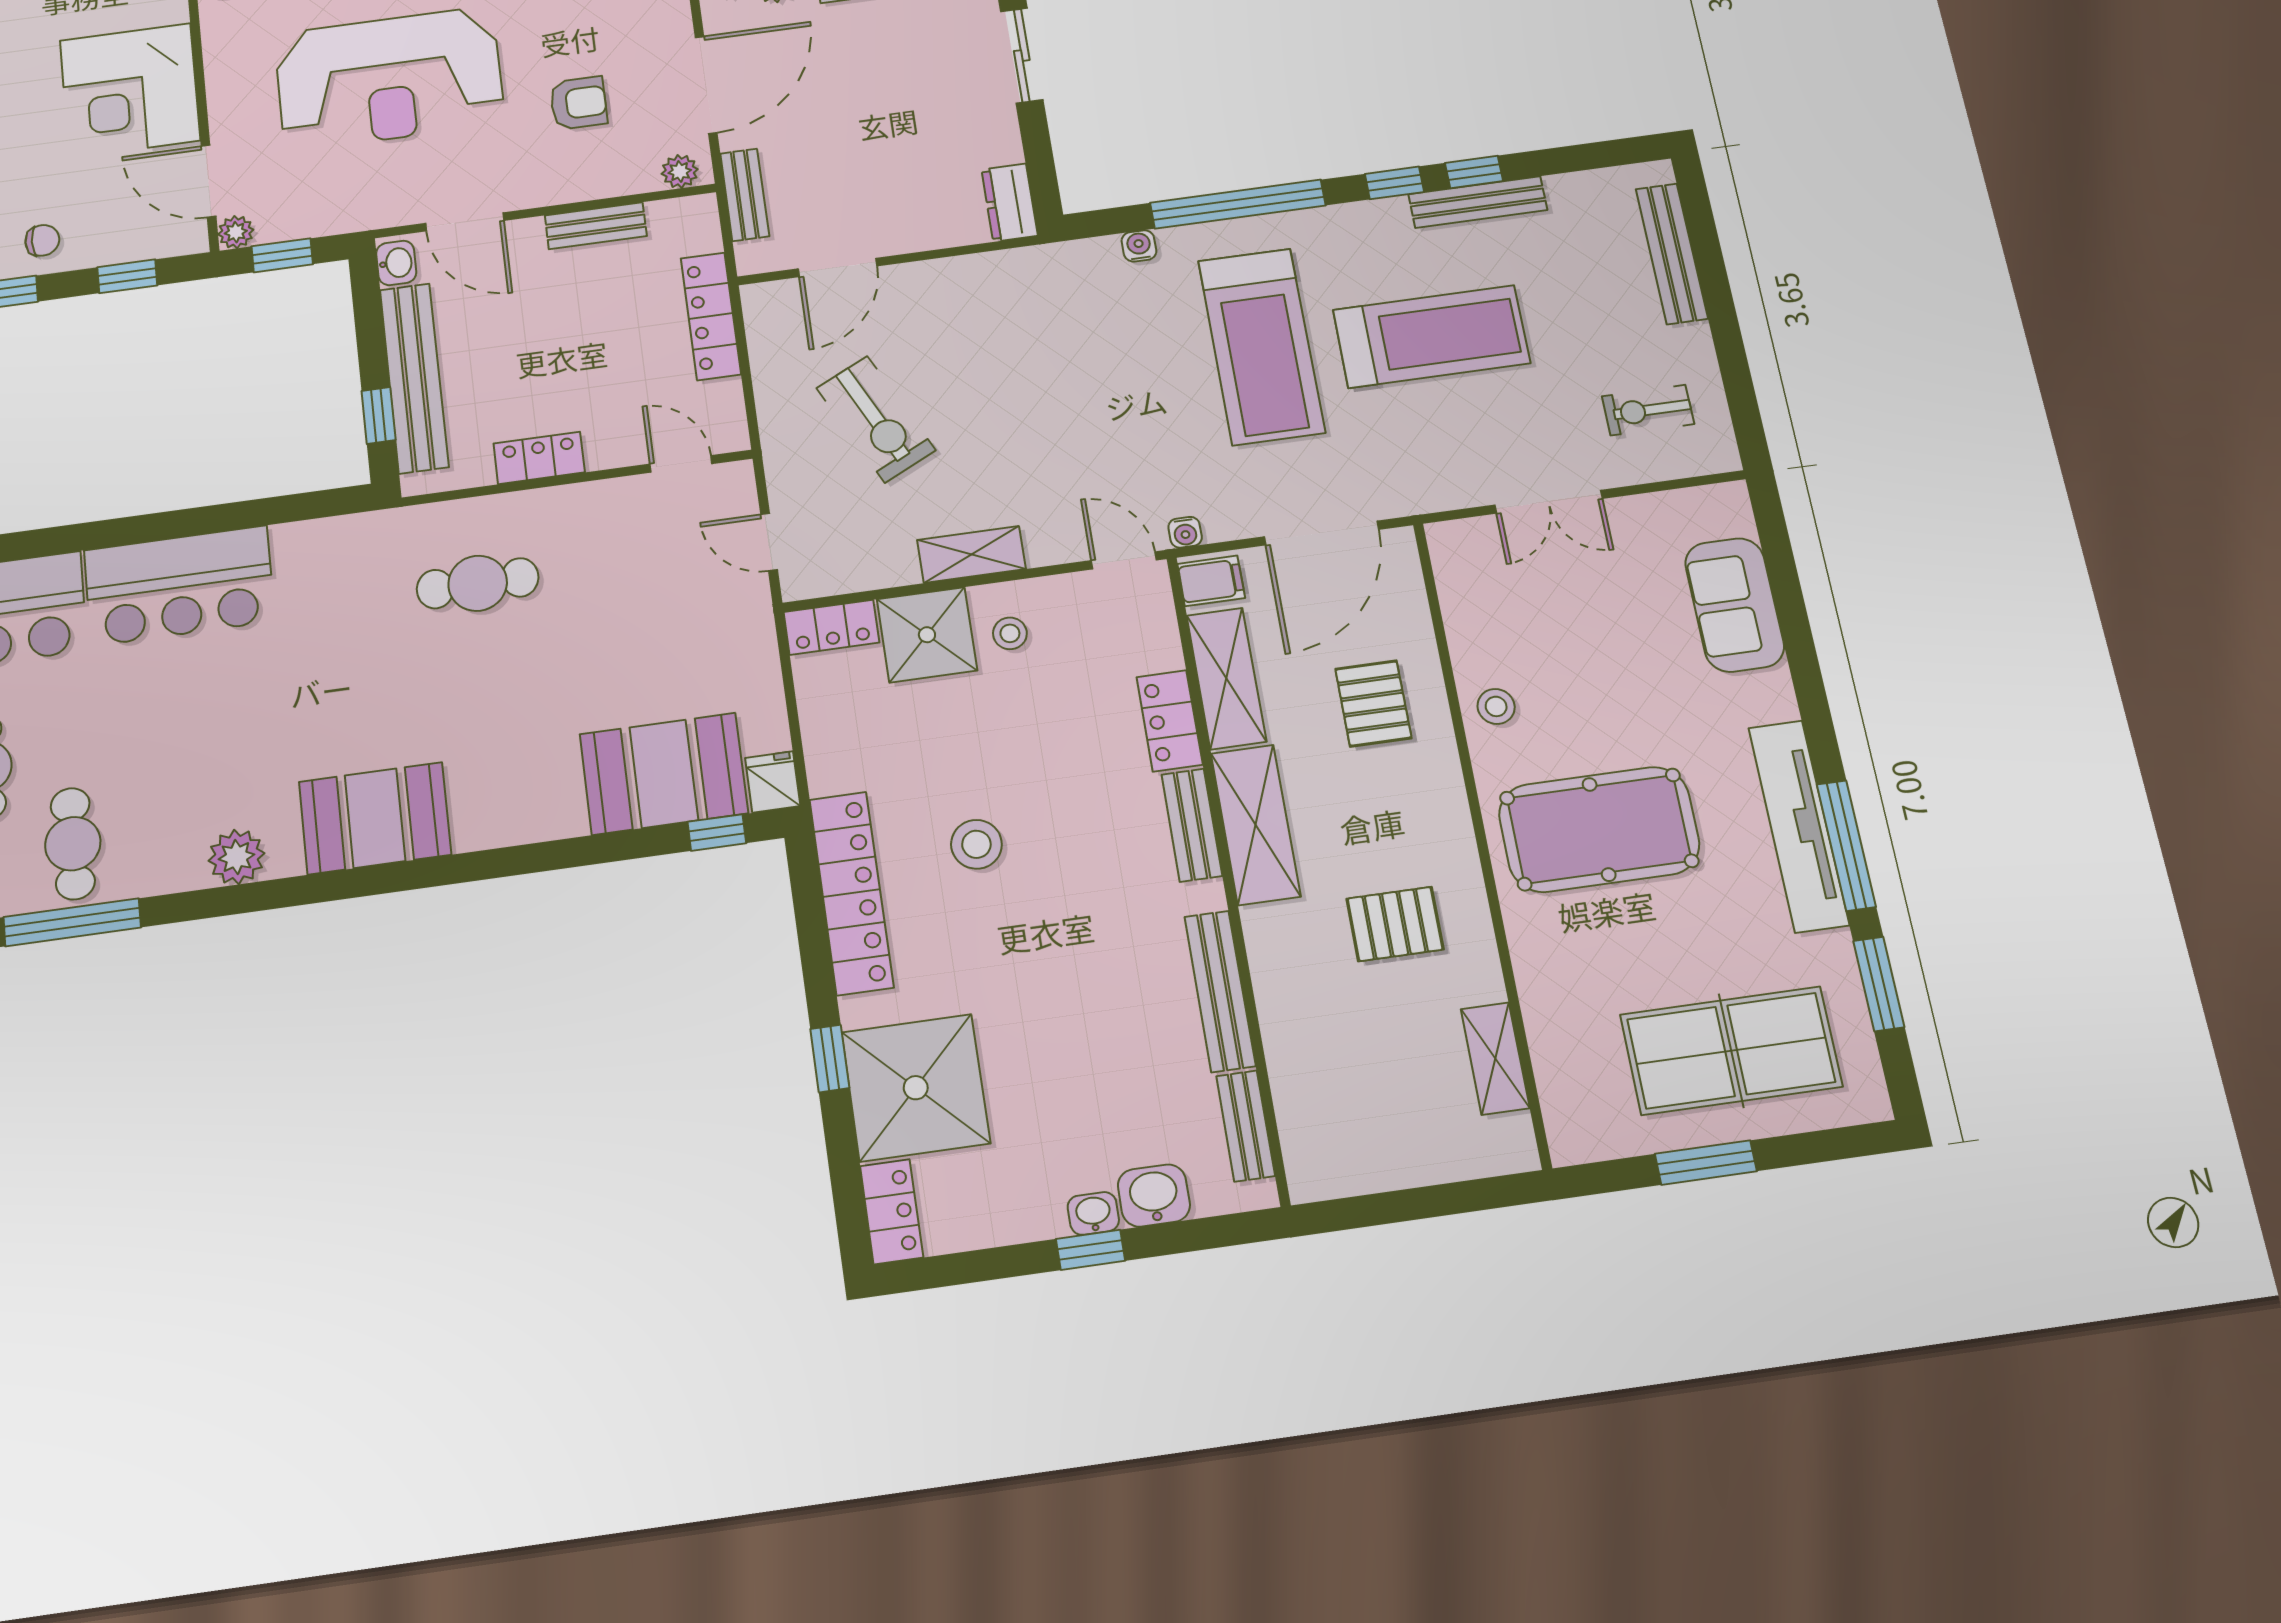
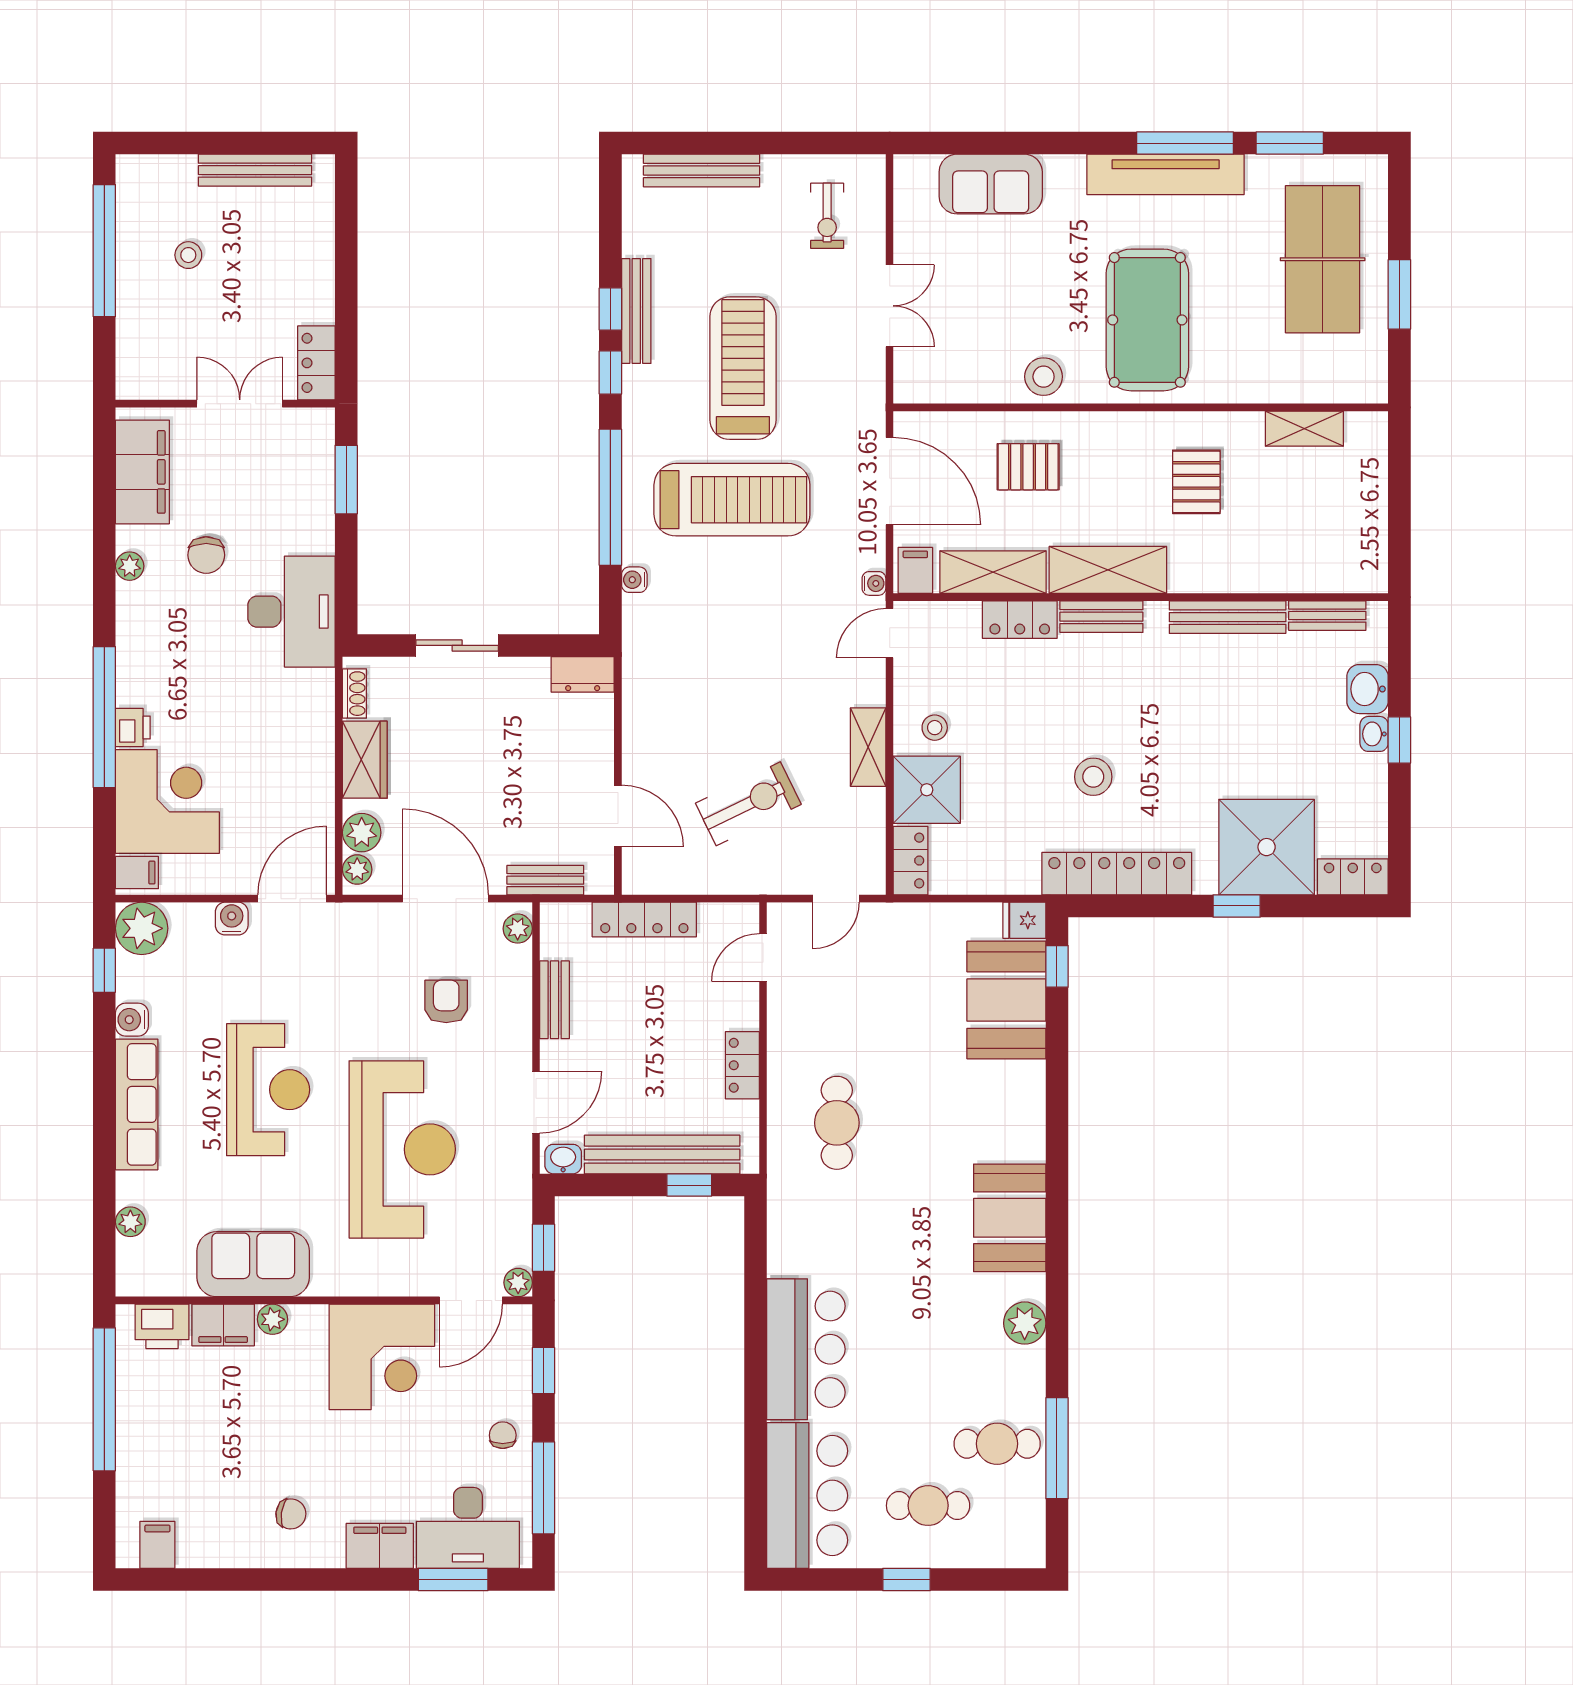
stool: (1496, 706) -> (1044, 377), width x1.37, depth x1.37

